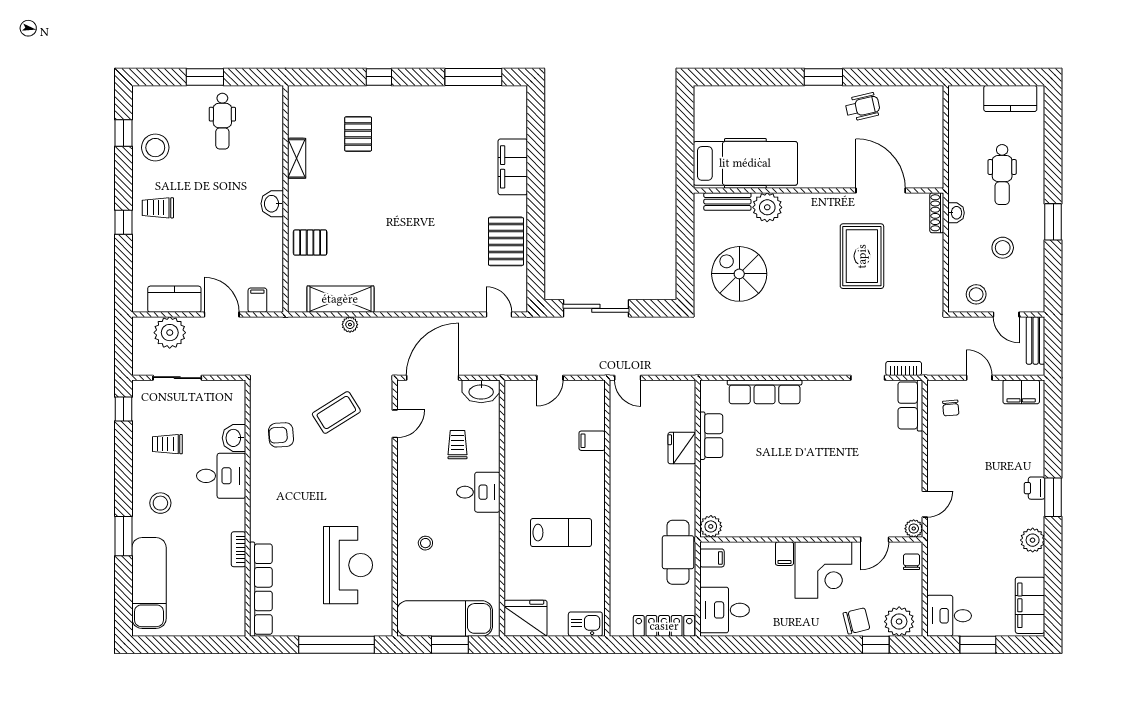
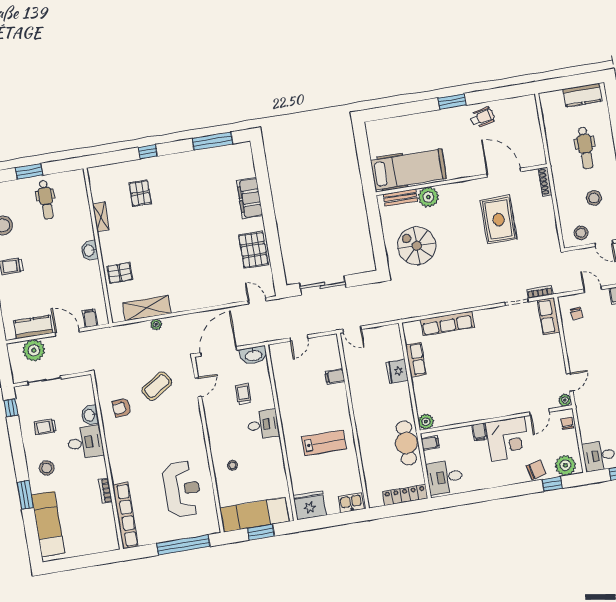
washbasin: (956, 213) -> (558, 179), removed

